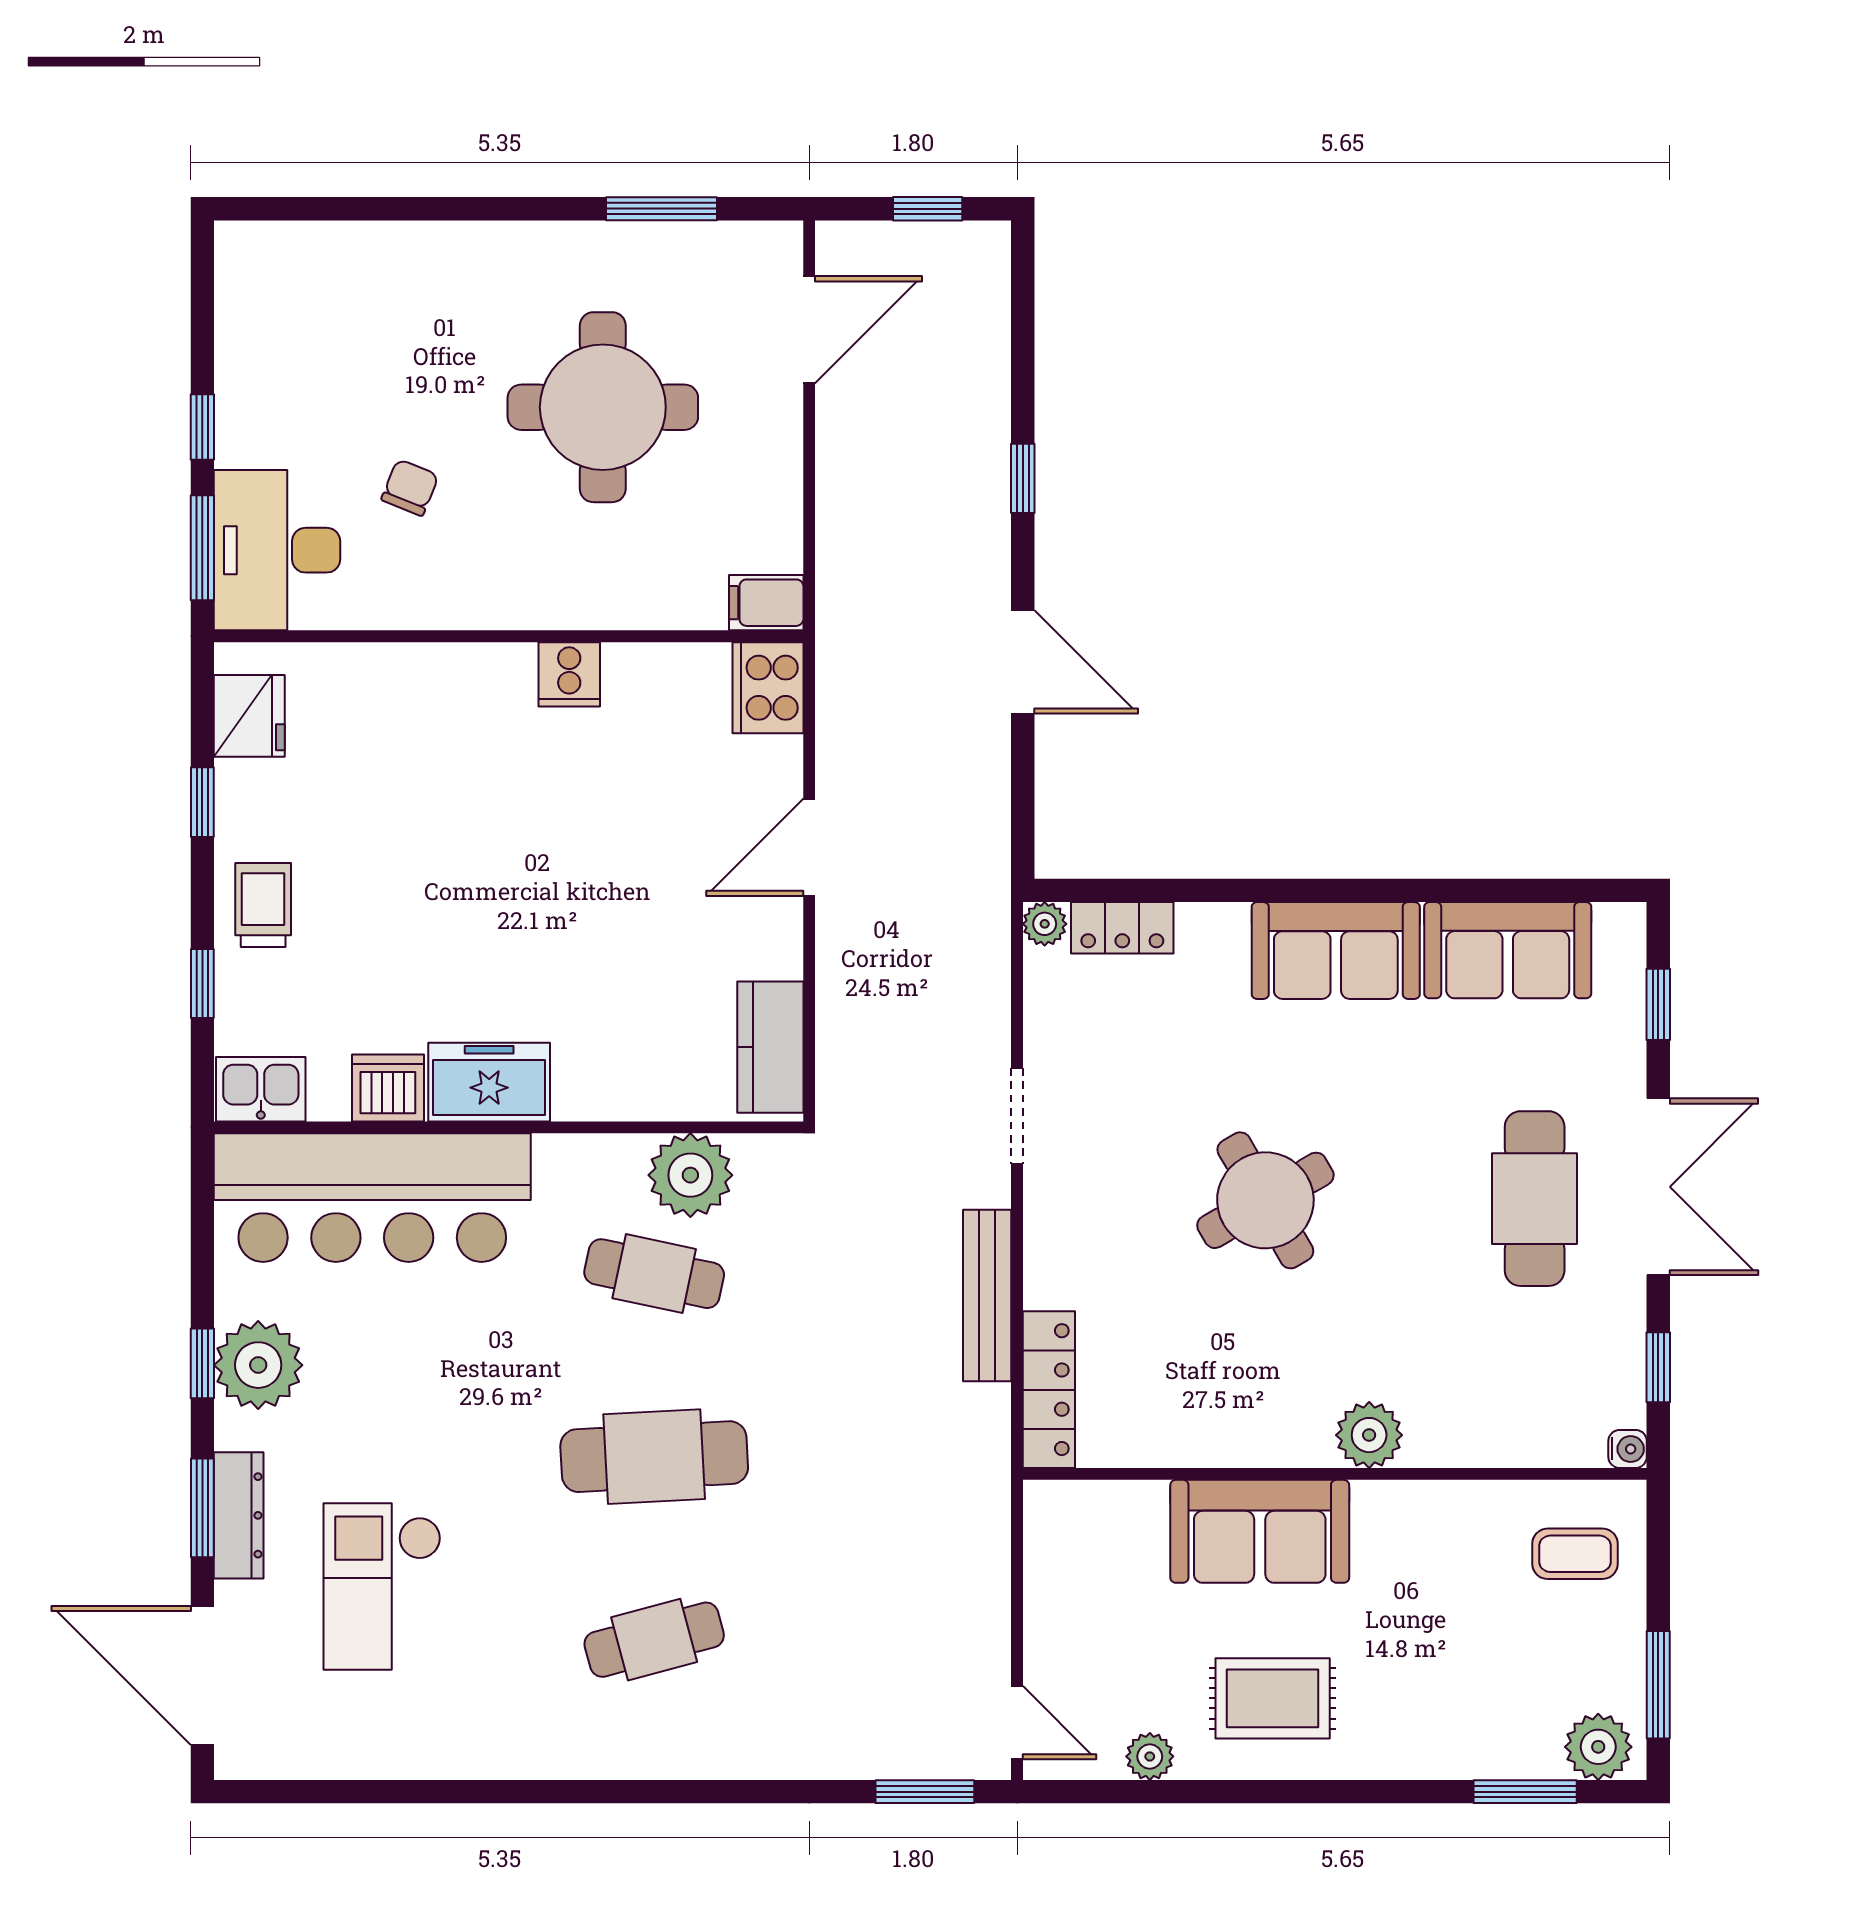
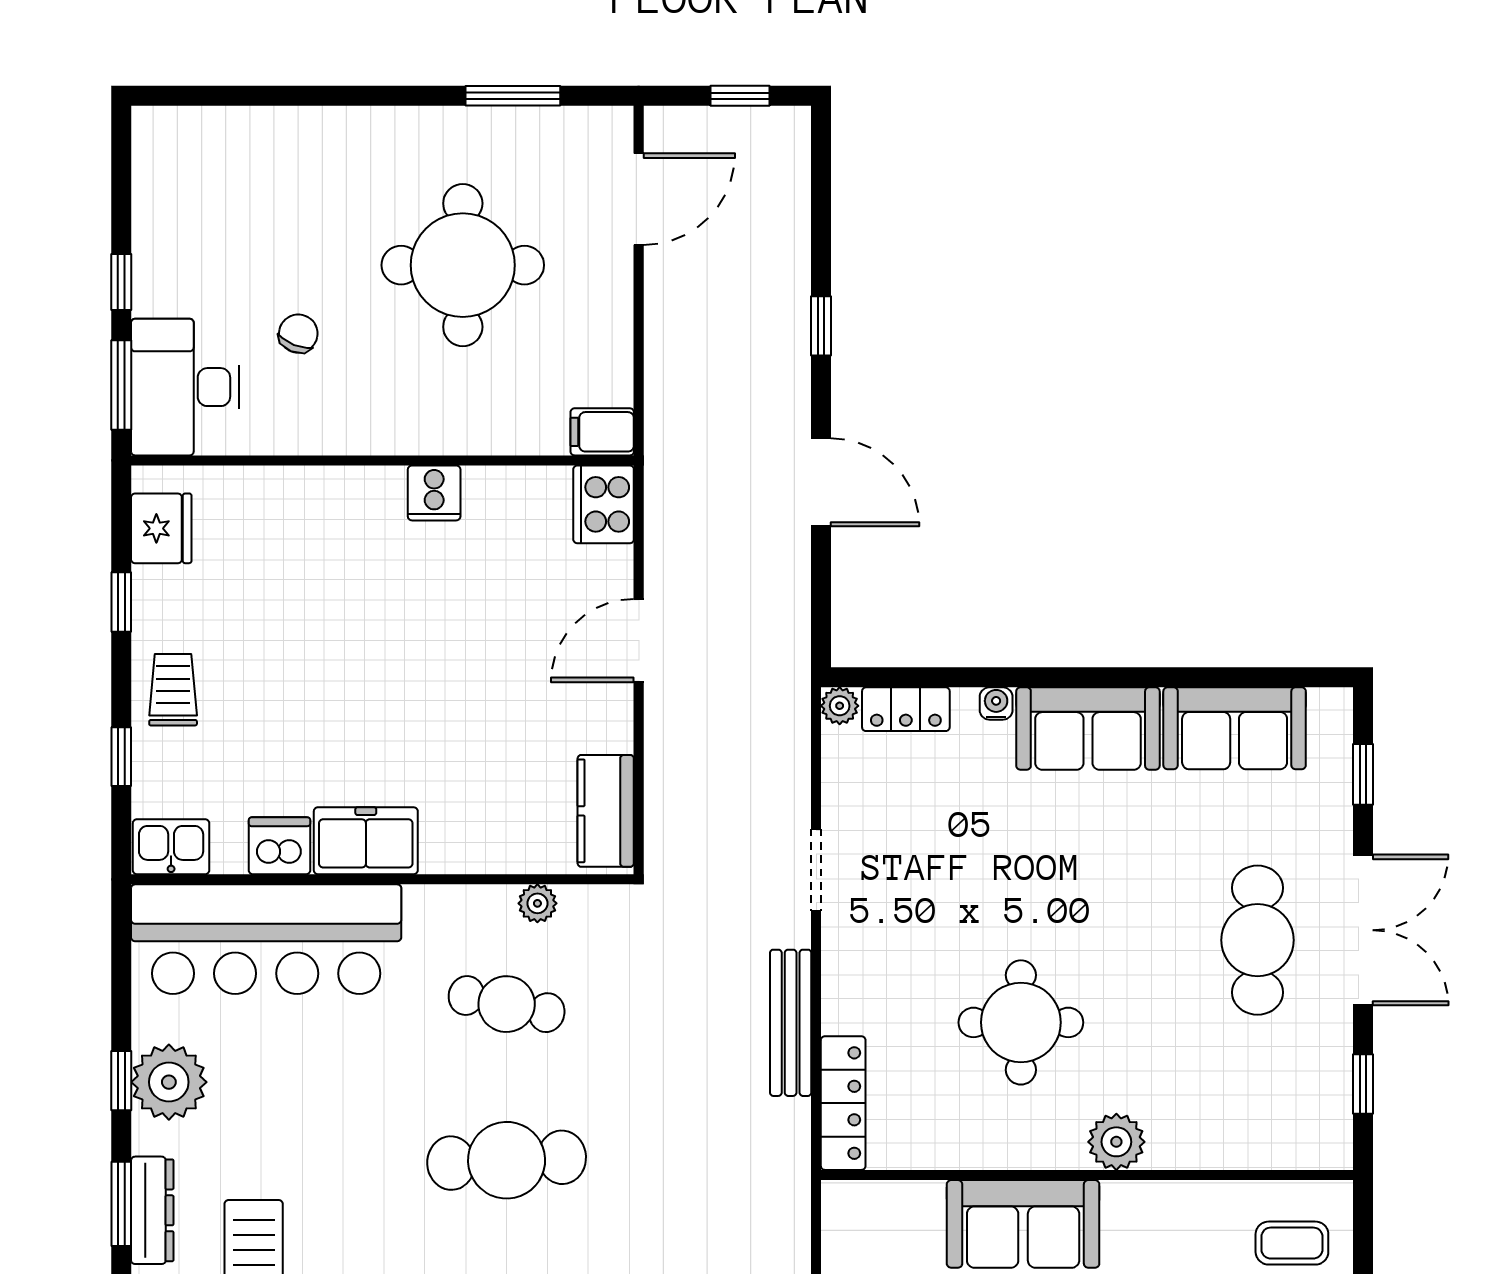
plant: (690, 1175) -> (537, 903), width x0.53, depth x0.53
round table: (1265, 1200) -> (1021, 1022), moved, turned 30
water cooler: (1628, 1449) -> (996, 703), moved, turned -90

